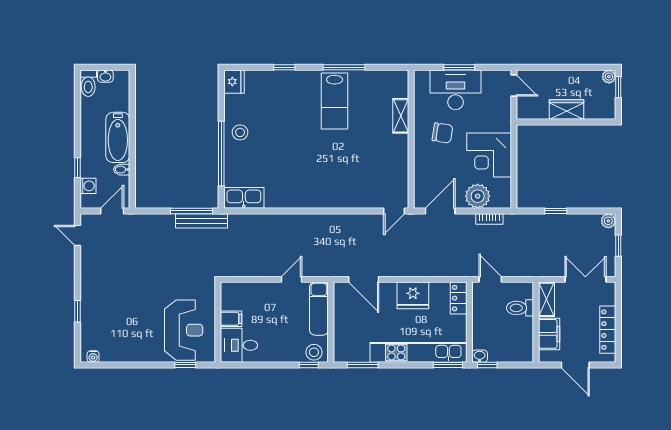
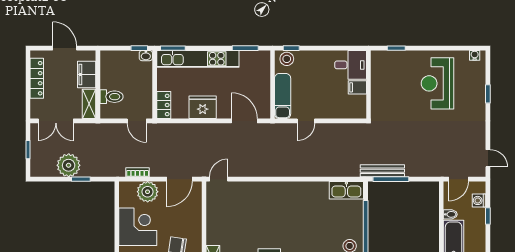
plant: (608, 221) -> (69, 165), moved, width x1.87, depth x1.87
reception desk: (184, 330) -> (438, 83), moved

